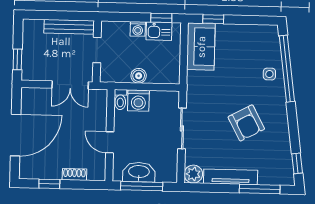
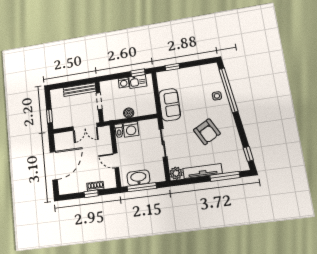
sofa: (201, 47) -> (170, 105), moved
window: (49, 184) -> (91, 194), moved

